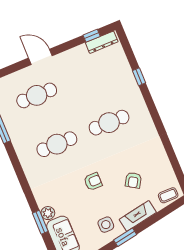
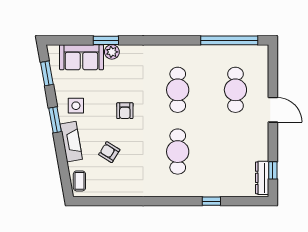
door: (40, 57) -> (273, 110), hinge flipped

